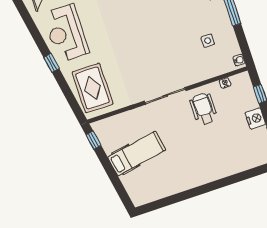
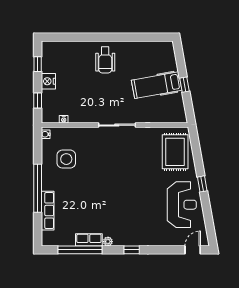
side table: (208, 41) -> (66, 159), width x1.87, depth x1.87
wheelchair: (204, 109) -> (105, 60), moved
window: (94, 140) -> (185, 85), moved

